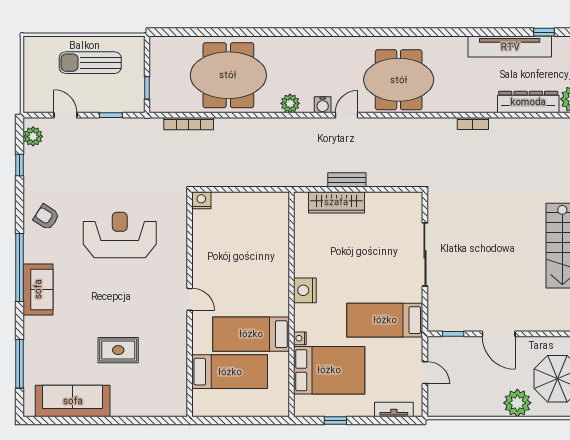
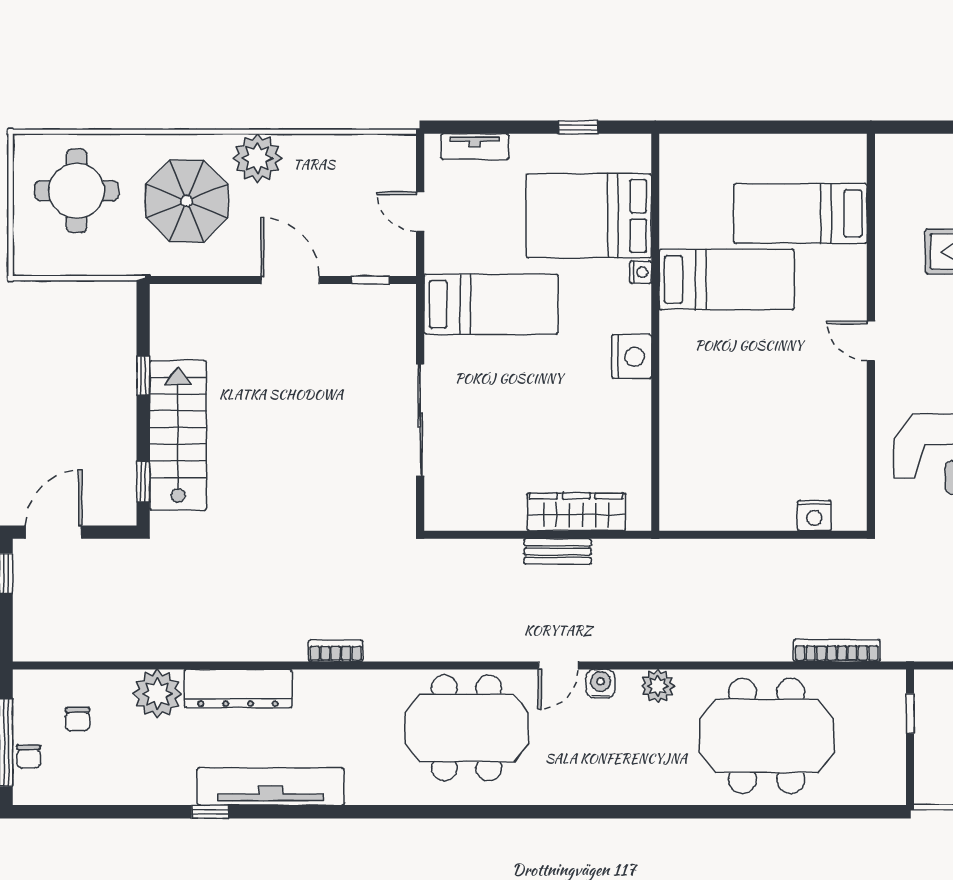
door: (190, 299) -> (871, 341), moved
wall: (190, 304) -> (871, 332), moved
bed: (230, 372) -> (800, 213), moved

